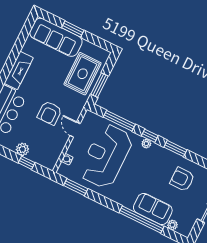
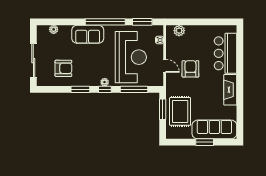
plant: (22, 149) -> (179, 31), moved
window: (27, 163) -> (189, 22), removed
sofa: (153, 209) -> (88, 34), moved
window: (141, 220) -> (105, 22), moved

